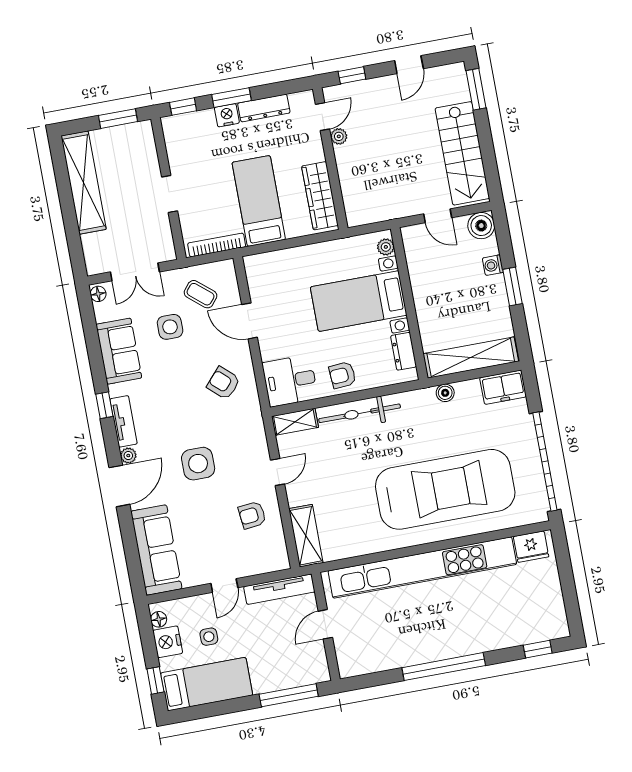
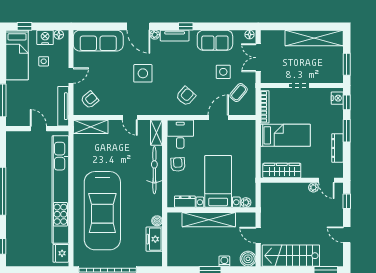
nightstand: (227, 115) -> (337, 98), moved
door: (438, 216) -> (258, 235), hinge flipped
shelving: (471, 358) -> (209, 220), moved, turned 90
freezer: (503, 387) -> (154, 239), moved
armchair: (252, 515) -> (90, 100), moved, turned 56
door: (224, 586) -> (71, 75), swing flipped

